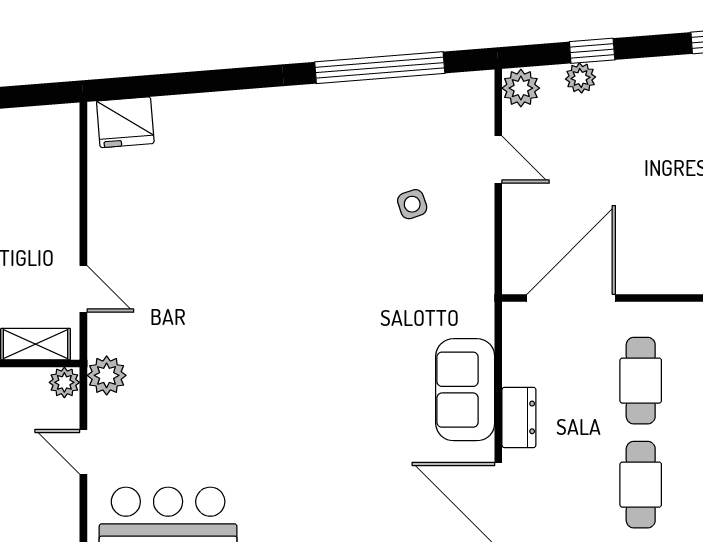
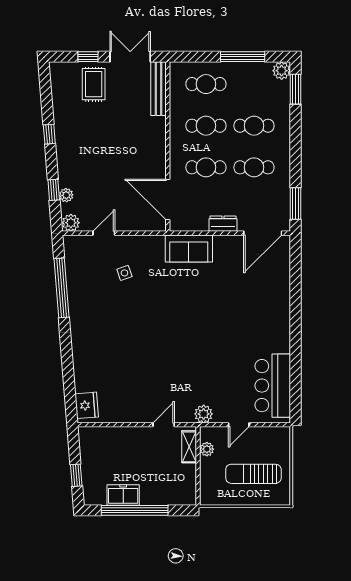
plant: (64, 382) -> (207, 449), moved
sofa: (465, 390) -> (189, 248), moved

